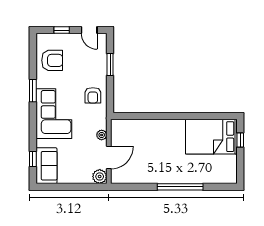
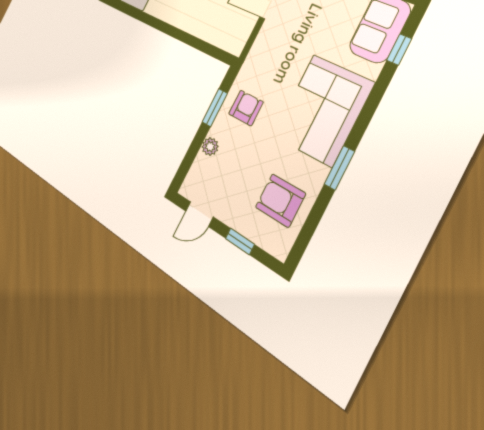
door: (89, 30) -> (199, 214), swing flipped
window: (110, 65) -> (215, 108), moved
plant: (102, 135) -> (210, 147), moved

